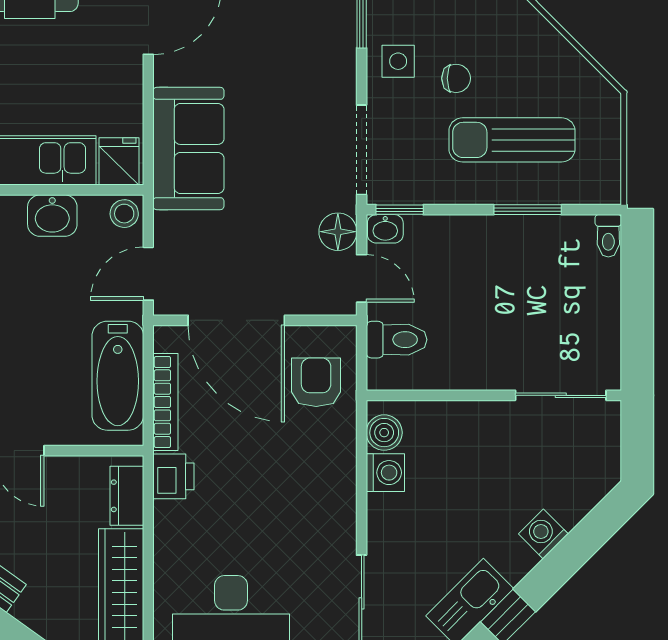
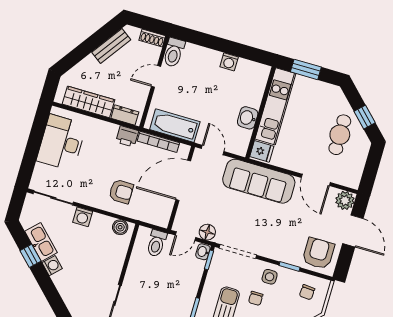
sofa: (188, 148) -> (259, 181), width x1.36
stool: (124, 214) -> (240, 147), removed
armchair: (316, 382) -> (121, 192), moved
washing machine: (385, 473) -> (83, 217), moved
washing machine: (543, 534) -> (52, 266), moved

